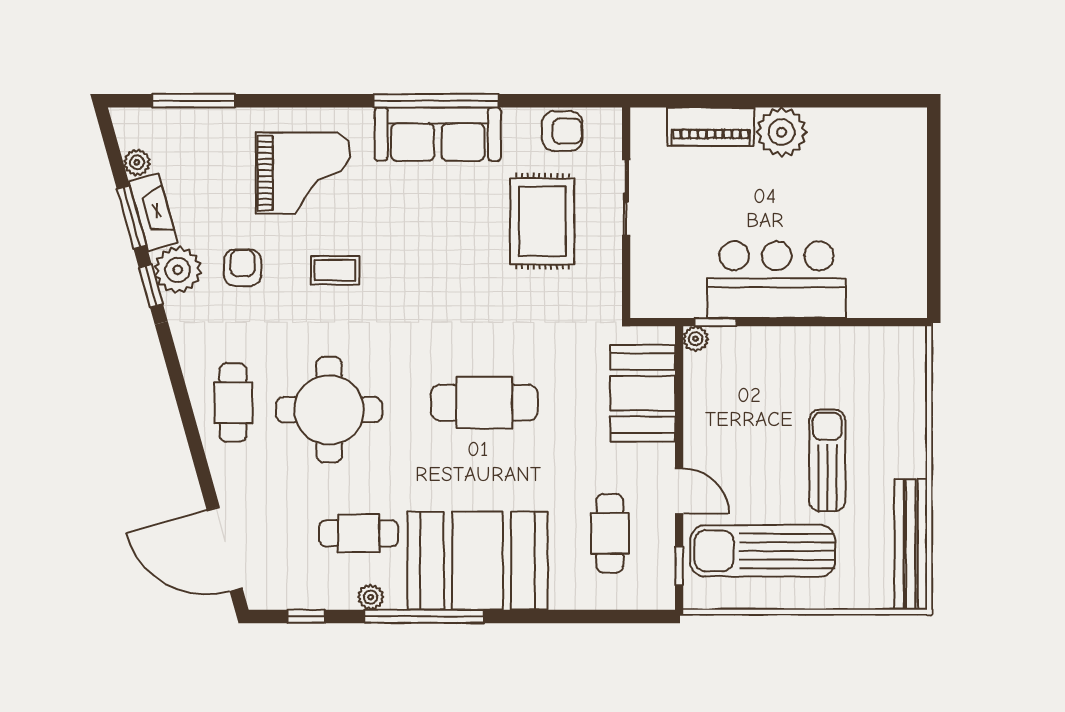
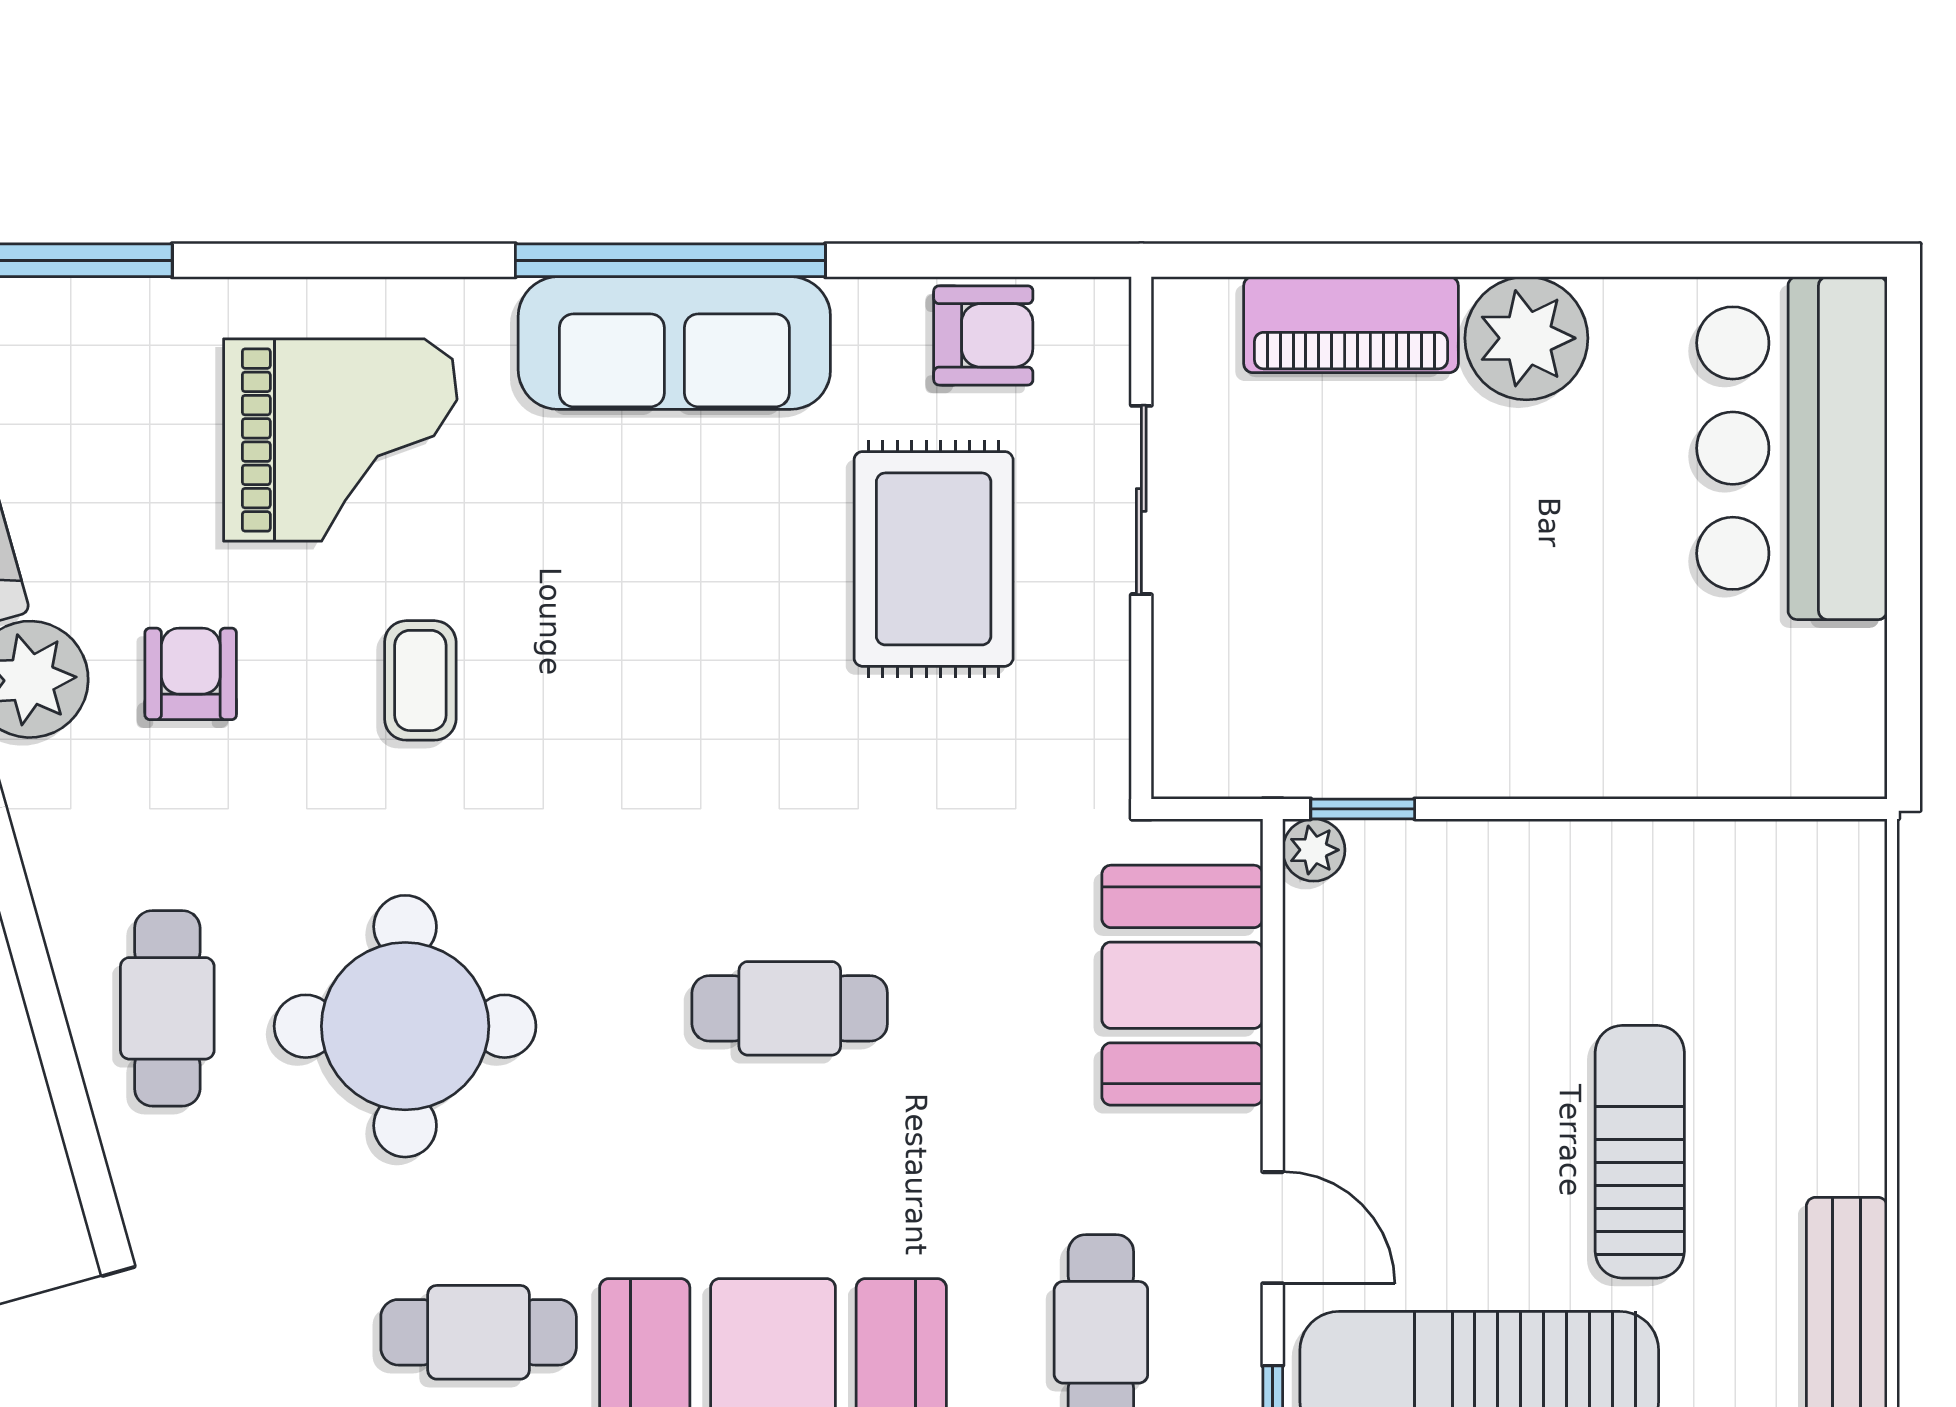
coffee table: (335, 270) -> (420, 680), turned 90
bar counter: (777, 280) -> (1792, 448), moved, turned -90
cafe table: (484, 403) -> (790, 1008), width x0.73, depth x0.74

